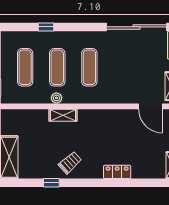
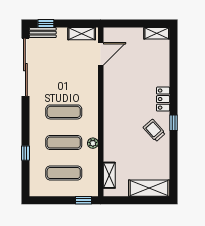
shelving: (63, 115) -> (109, 175), moved
locker: (117, 172) -> (163, 99), moved
window: (51, 183) -> (173, 123), moved

